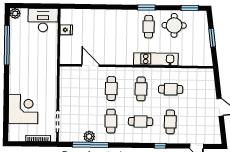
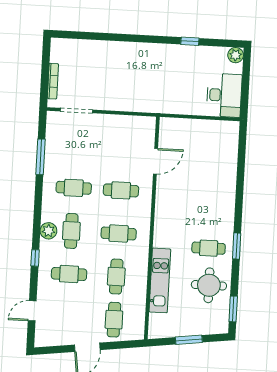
fridge: (66, 30) -> (209, 128), removed
window: (7, 45) -> (190, 41), width x0.32
kitchen unit: (156, 59) -> (160, 280), moved
cafe table: (200, 90) -> (114, 320), added
corner desk: (23, 109) -> (96, 61), removed
plant: (89, 136) -> (48, 231), moved
window: (90, 145) -> (41, 157), width x0.68

